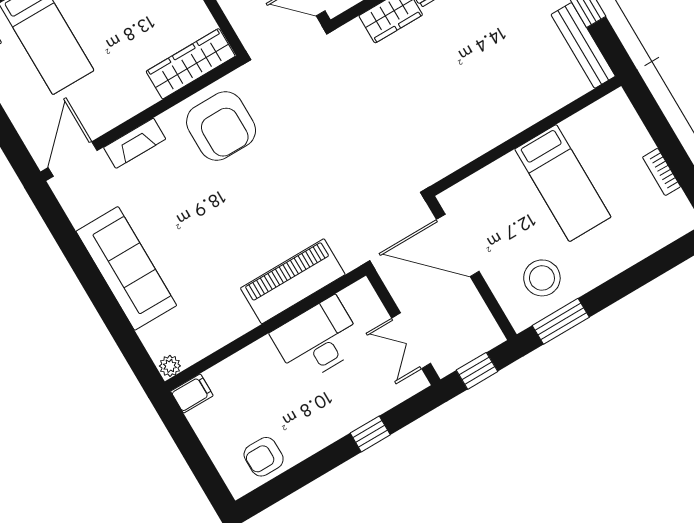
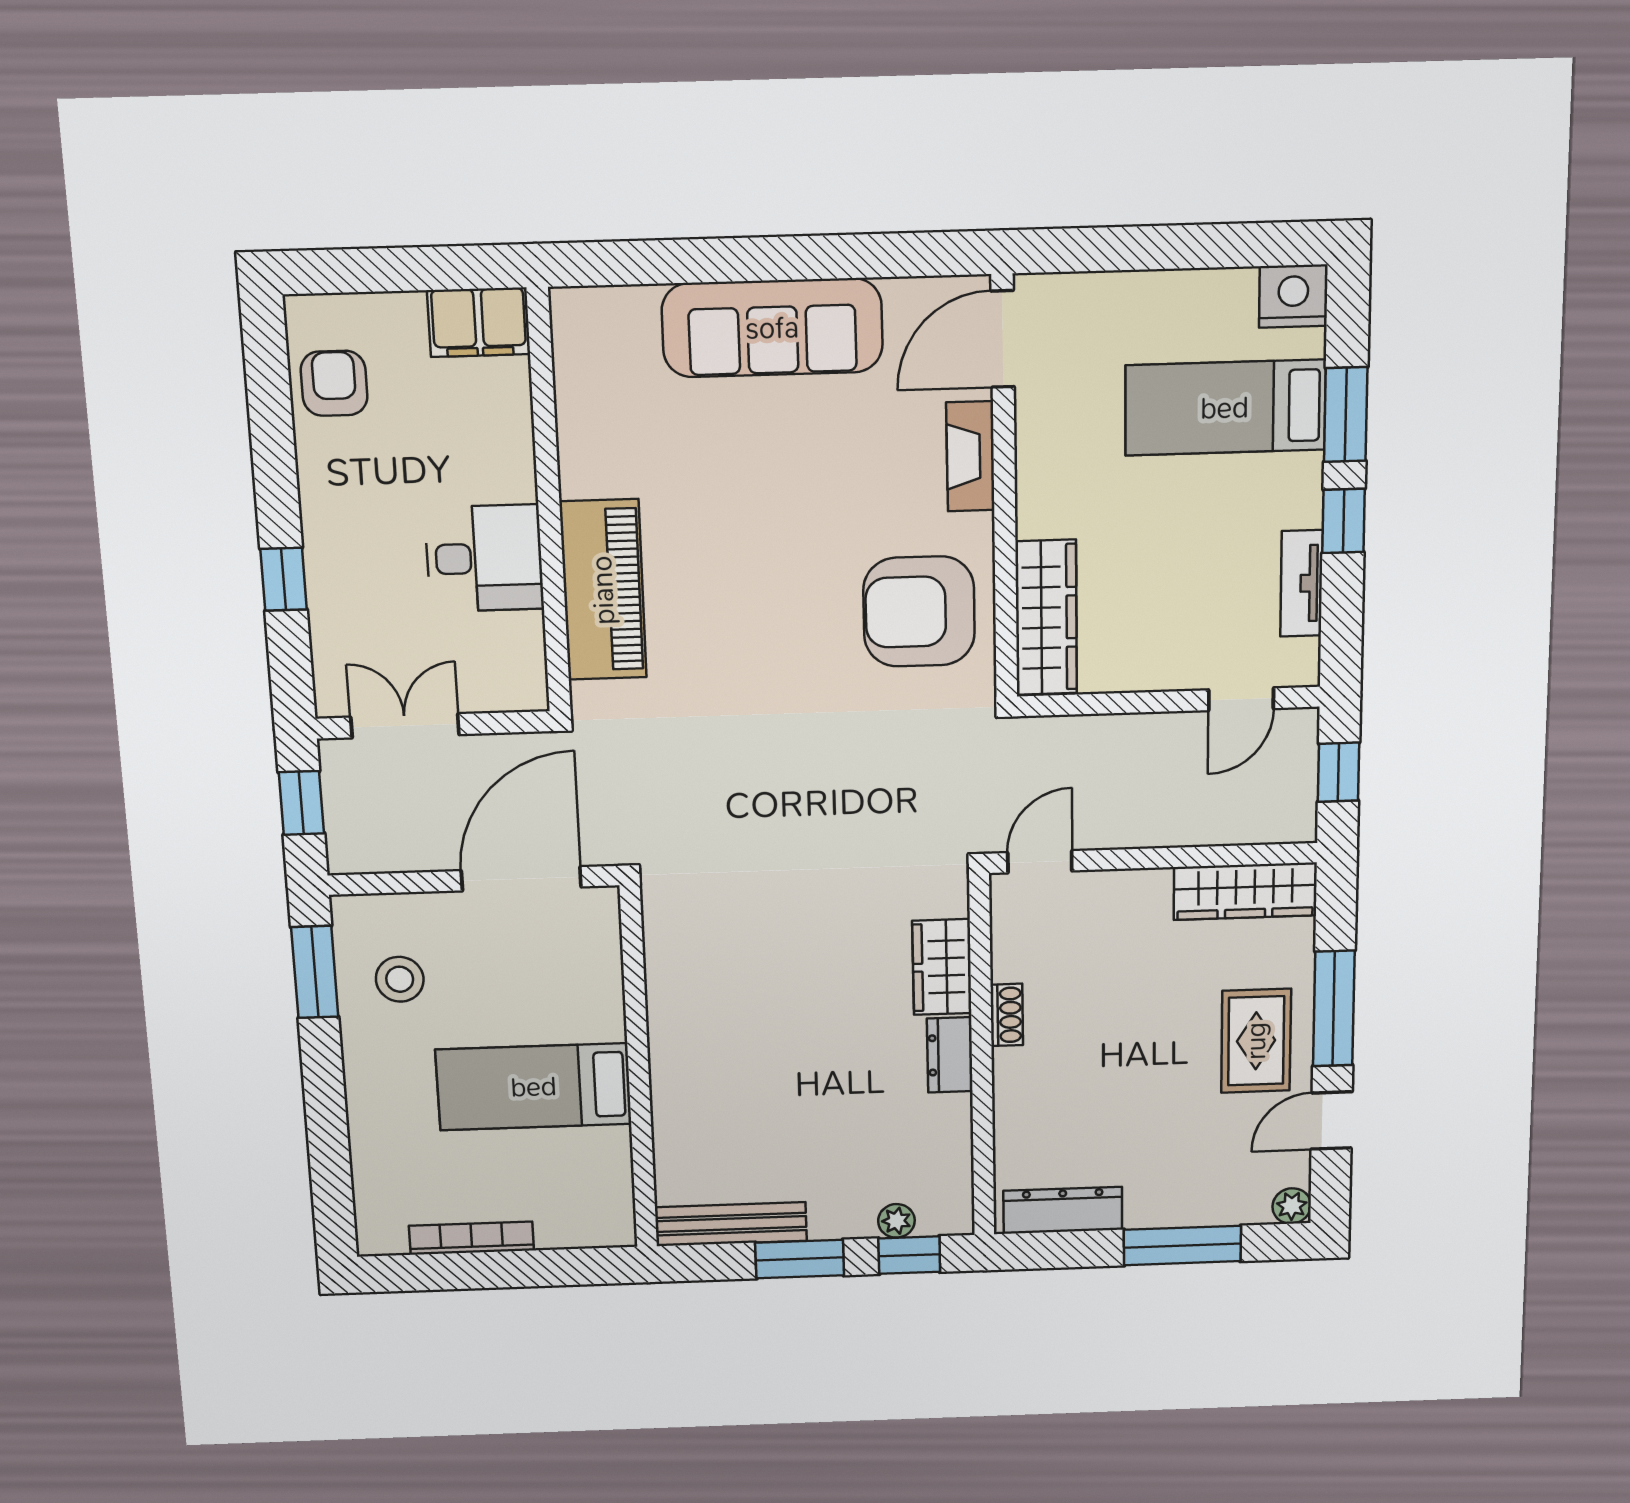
door: (73, 159) -> (1003, 339), swing flipped
bookcase: (662, 172) -> (471, 1238), width x1.56
stool: (542, 278) -> (400, 979), width x0.73, depth x0.73
desk: (317, 340) -> (484, 558), width x0.73
plant: (170, 366) -> (570, 310), removed
filing cabinet: (192, 393) -> (479, 322), width x2.00

